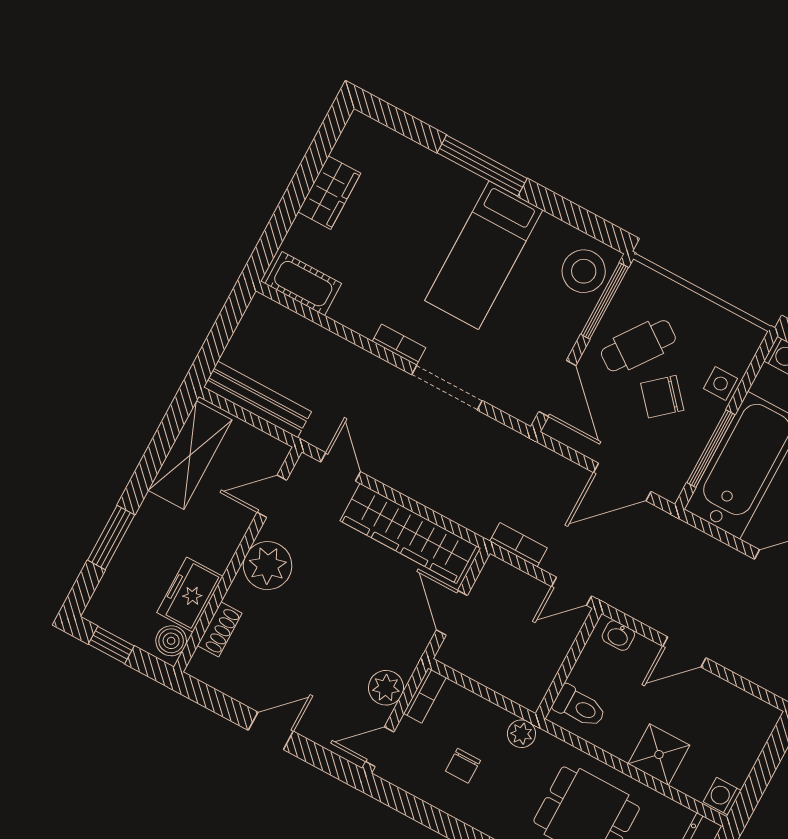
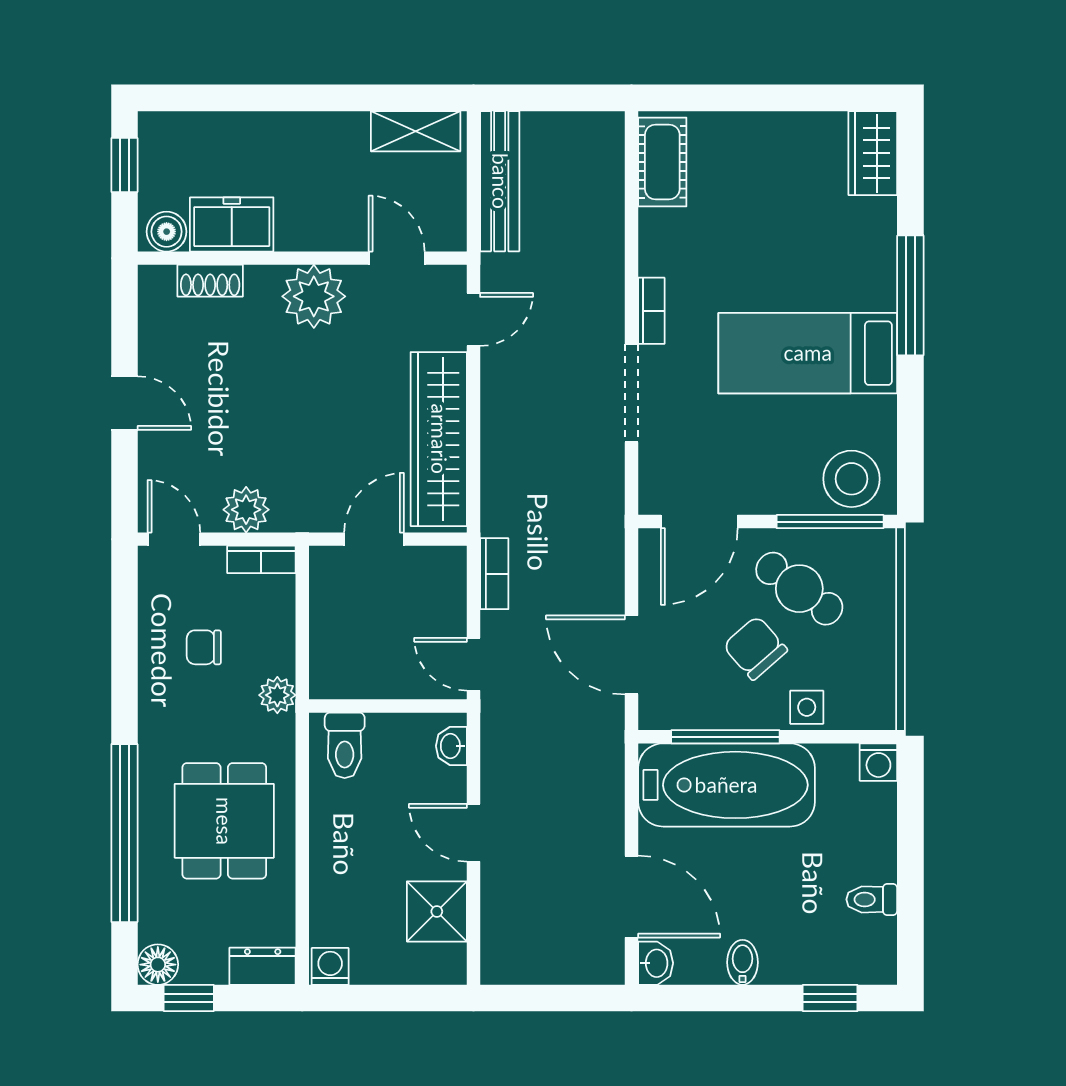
wardrobe: (329, 193) -> (873, 153), moved, turned 90
shelving: (190, 455) -> (416, 131), width x0.67, depth x0.75
window: (111, 538) -> (249, 98), removed
shower: (659, 755) -> (437, 911), moved

